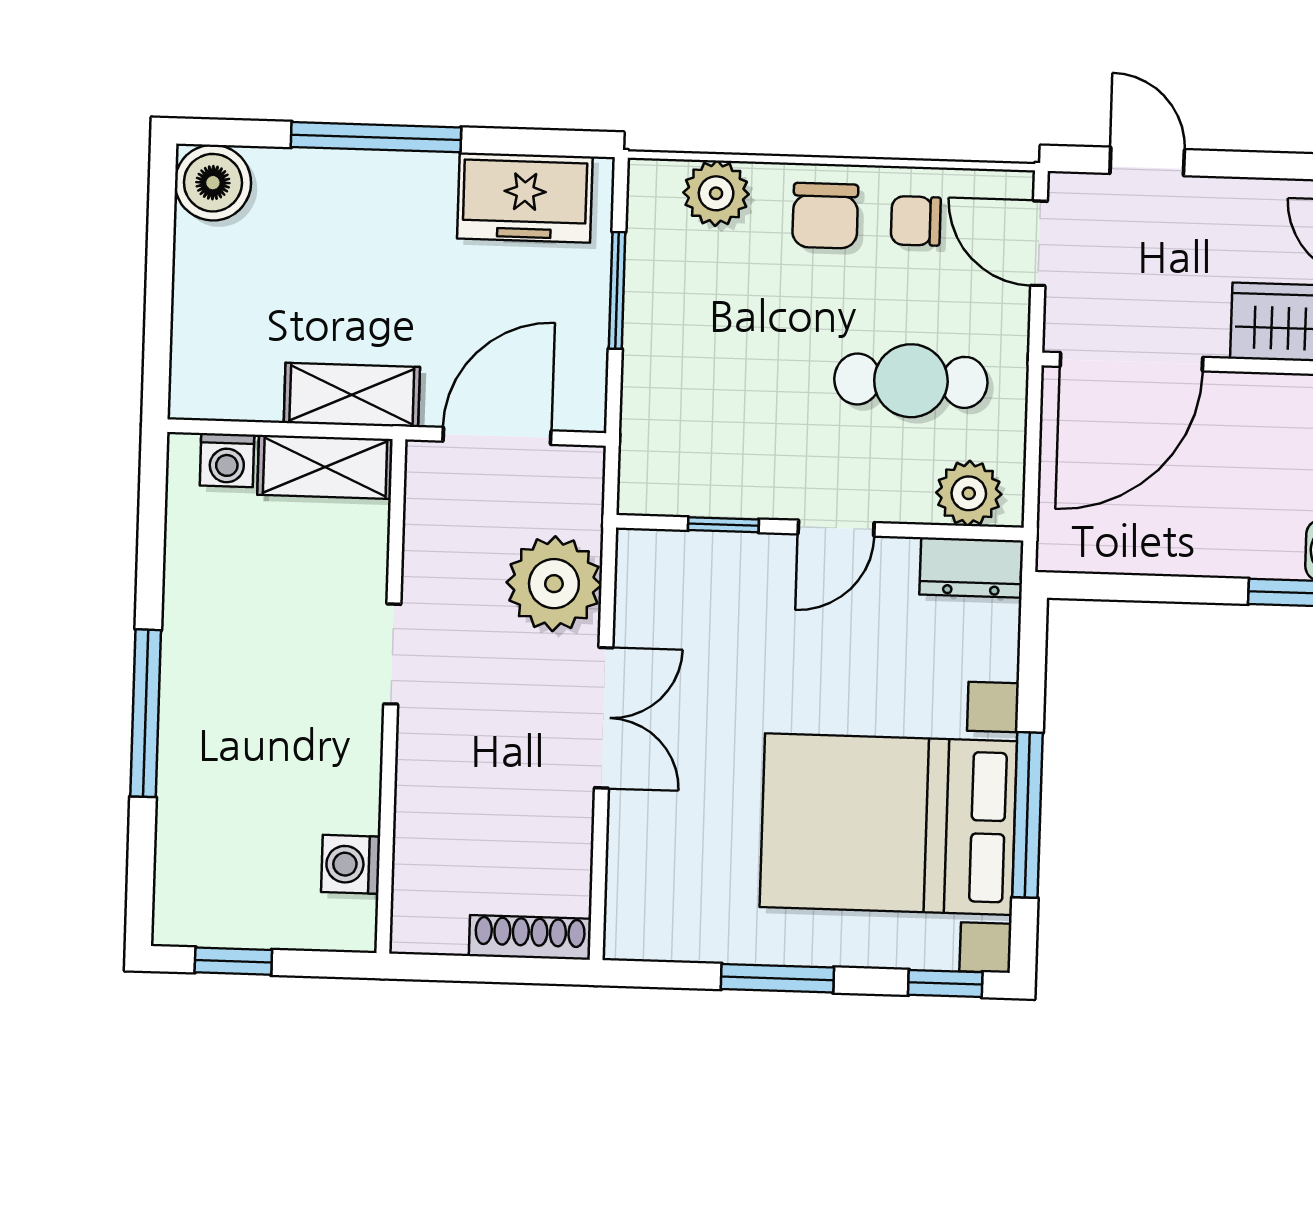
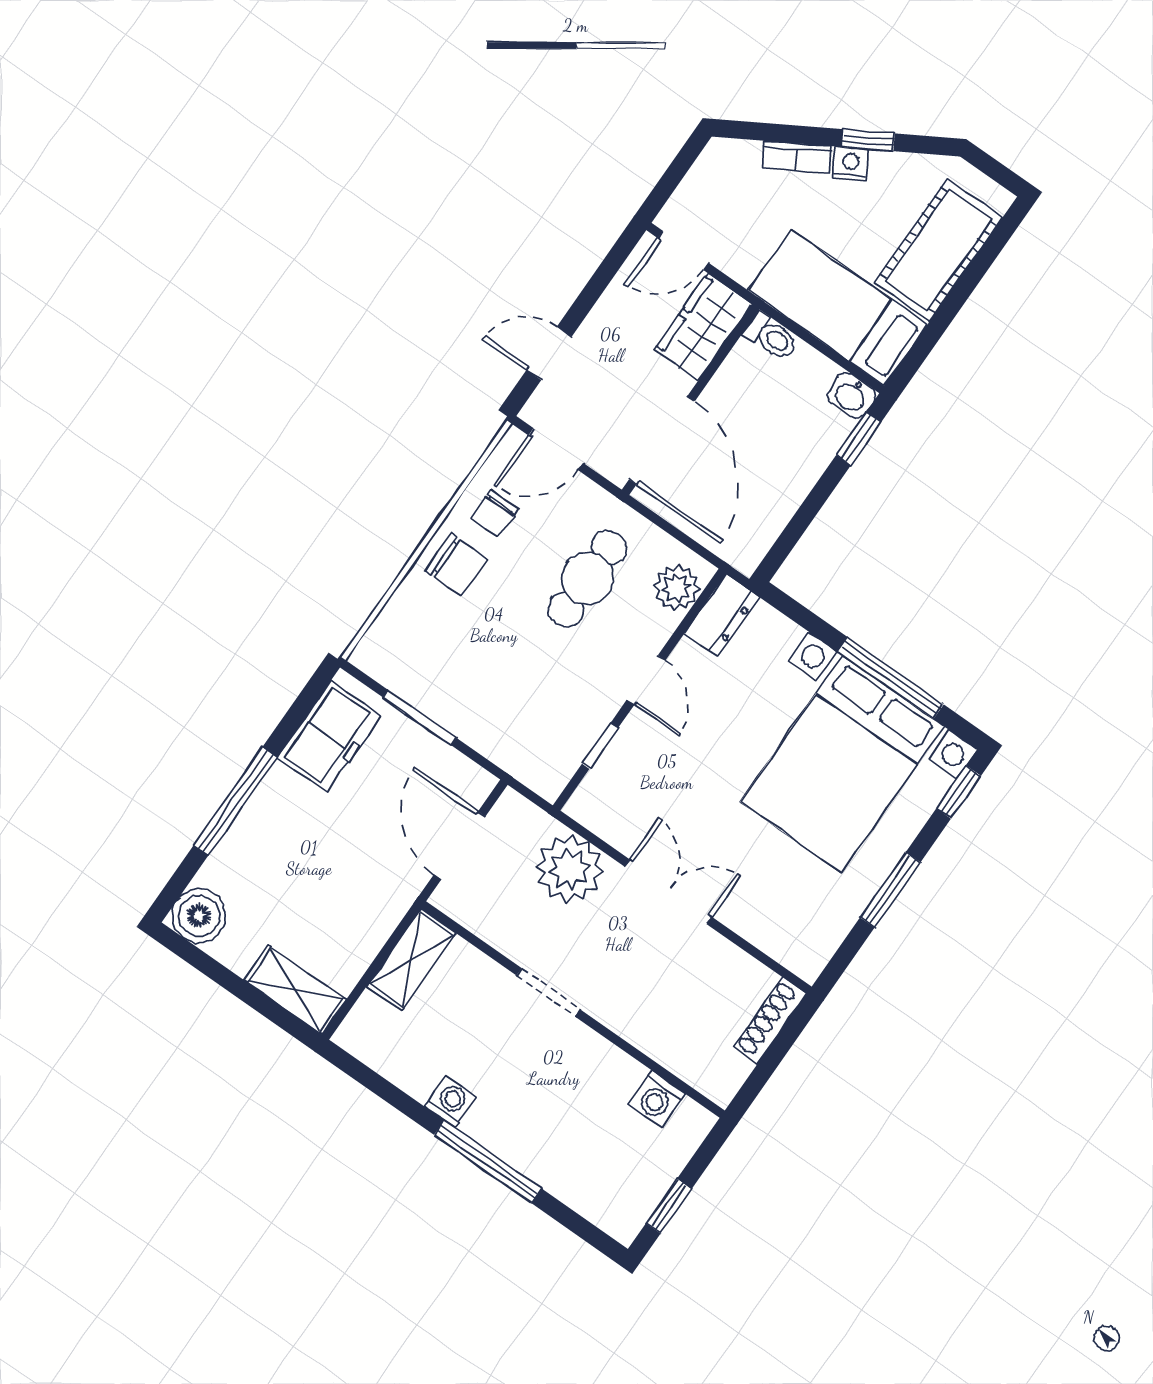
plant: (716, 193) -> (401, 621), removed
shelving: (352, 395) -> (295, 990), moved, turned 90
washing machine: (227, 460) -> (450, 1102), moved, turned -90

